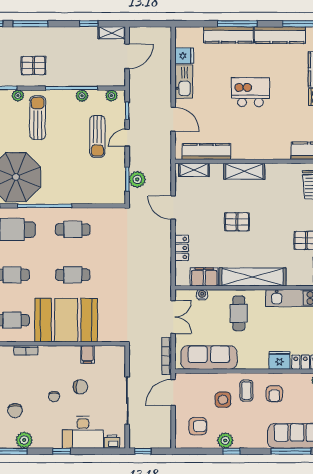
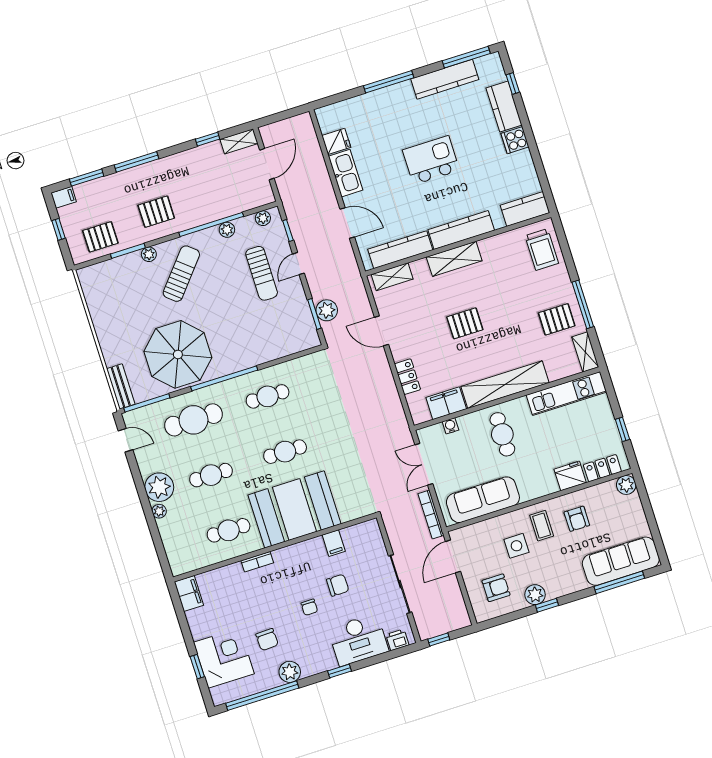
kitchen counter: (228, 35) -> (461, 230), moved, turned 180
sun lounger: (38, 118) -> (181, 274), turned 40
double door: (173, 317) -> (424, 464), swing flipped

